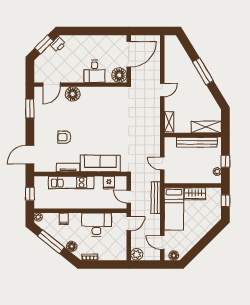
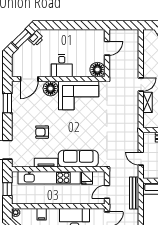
door: (129, 54) -> (107, 48), width x0.53
desk: (94, 71) -> (62, 66), moved
corner sofa: (101, 101) -> (79, 95), added
shelving: (169, 122) -> (148, 102), moved
kitchen unit: (71, 182) -> (49, 178), width x1.36
door: (129, 197) -> (107, 192), hinge flipped

